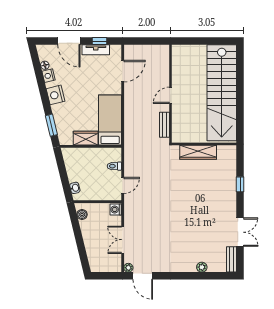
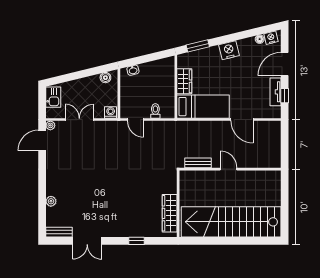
door: (123, 71) -> (242, 120), moved
nightstand: (49, 76) -> (271, 38), moved
wardrobe: (198, 152) -> (170, 213), moved
kitchen sink: (101, 265) -> (53, 97), added

